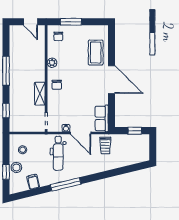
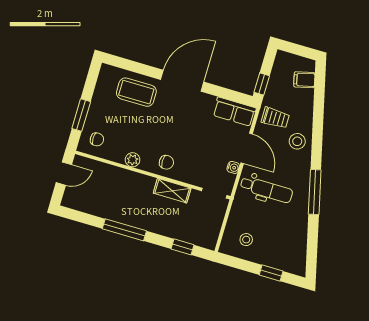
window: (135, 131) -> (262, 84), moved
door: (81, 133) -> (247, 148), hinge flipped
stool: (16, 167) -> (297, 141), moved
filing cabinet: (33, 182) -> (304, 80), moved

